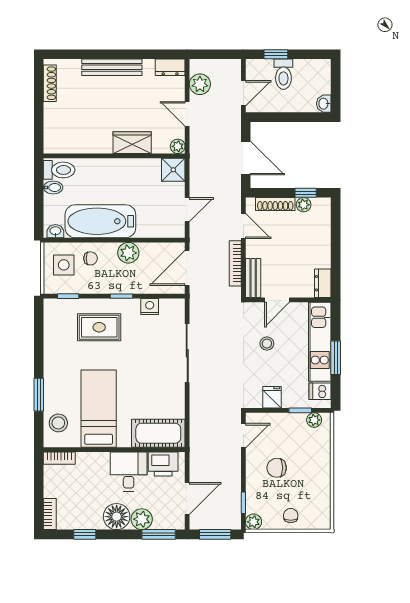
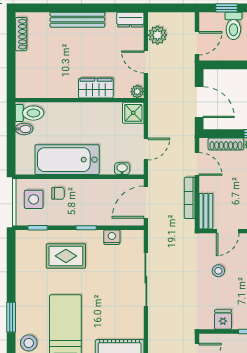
washbasin: (55, 231) -> (122, 169), moved
plant: (128, 253) -> (92, 188), removed

